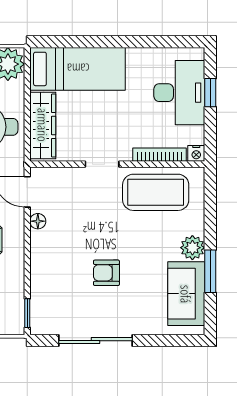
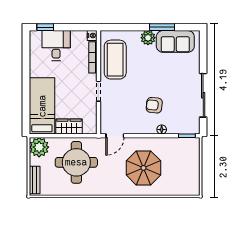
desk: (179, 93) -> (56, 46), width x0.73
window: (210, 93) -> (45, 27), moved
wardrobe: (43, 125) -> (69, 127), width x0.67
floor lamp: (38, 221) -> (162, 130), moved
armchair: (106, 273) -> (154, 105), moved, turned 96

